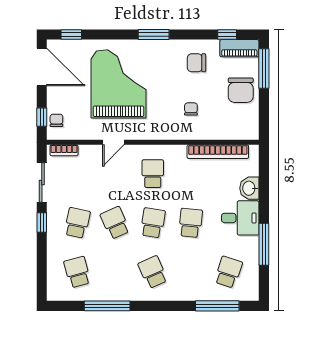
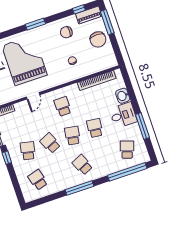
window: (107, 306) -> (79, 188), moved
window: (217, 306) -> (127, 172), width x1.46

